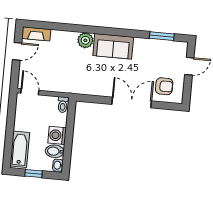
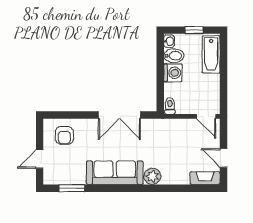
sofa: (113, 46) -> (115, 173), width x1.36
door: (17, 51) -> (224, 158), hinge flipped
armchair: (164, 86) -> (64, 135), turned -90
double door: (132, 103) -> (119, 115), moved

